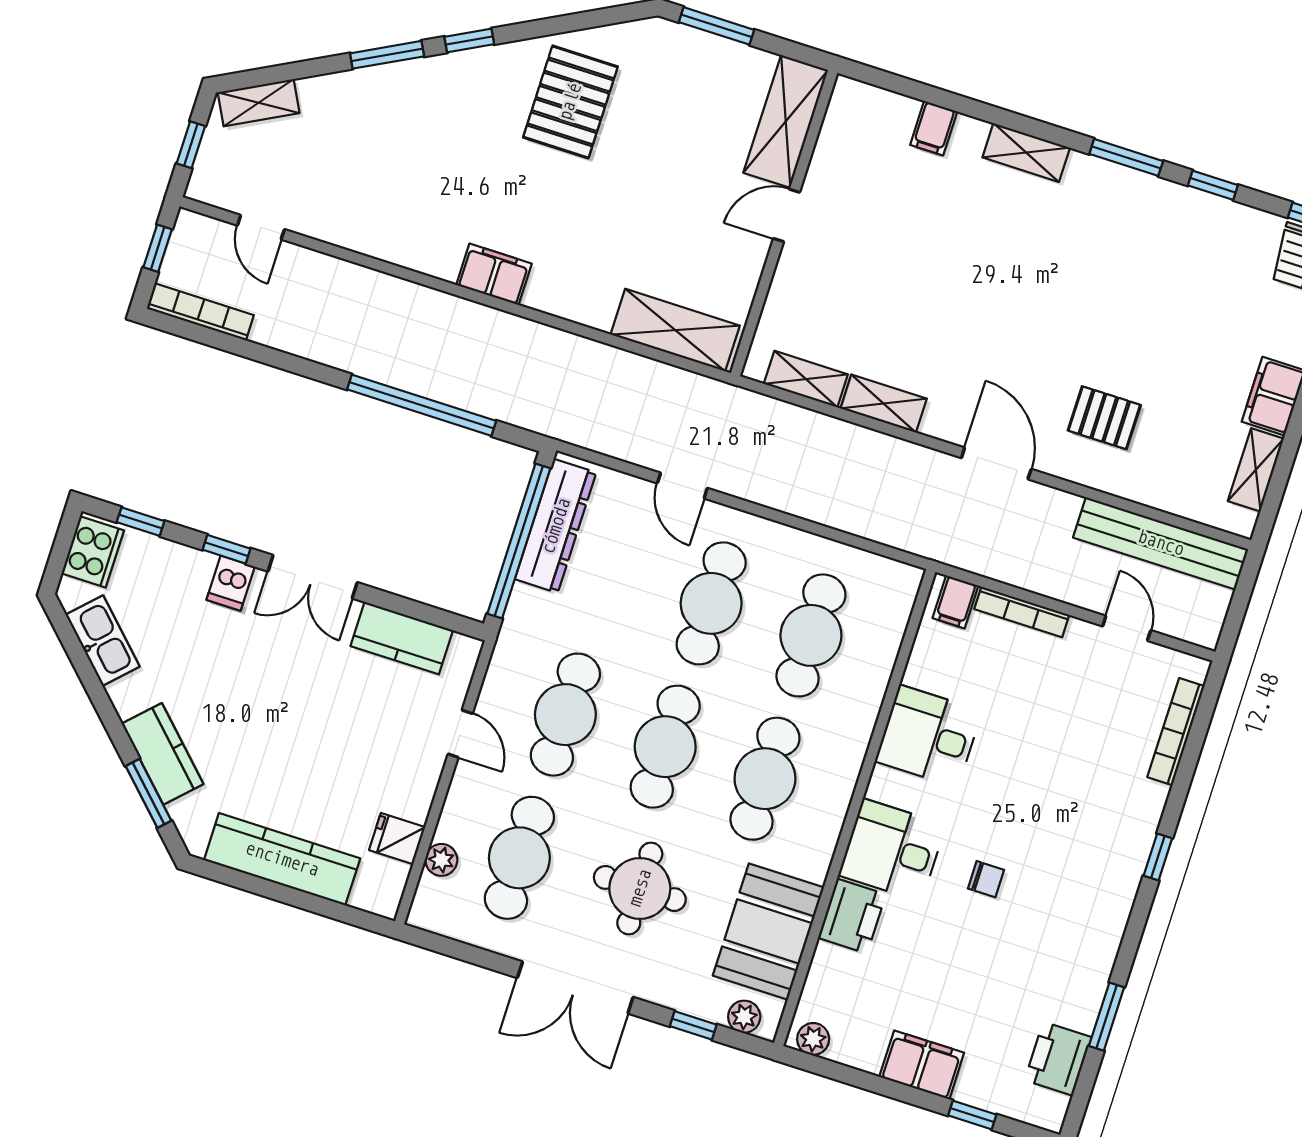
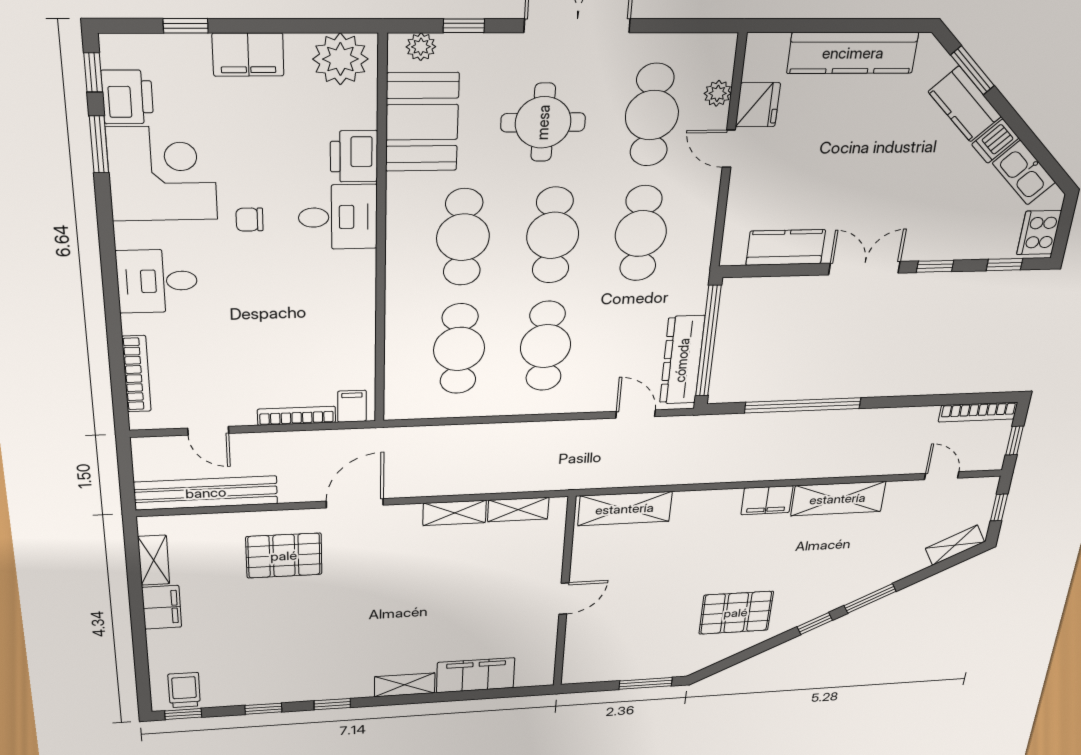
pallet: (570, 102) -> (736, 613), turned 90
shelving: (786, 121) -> (838, 499), moved, turned 90
filing cabinet: (934, 128) -> (476, 675), width x3.00, depth x1.17
window: (1126, 157) -> (332, 704), width x0.67
pallet: (1104, 418) -> (284, 556), width x1.50, depth x1.42
door: (996, 463) -> (355, 503), swing flipped
door: (682, 486) -> (636, 414), moved
dishwasher: (231, 583) -> (995, 141), moved, turned -135
door: (460, 734) -> (729, 149), moved
desk: (929, 736) -> (157, 281), moved, turned 180
fridge: (397, 839) -> (758, 105), width x1.38
window: (1158, 857) -> (93, 72), moved
corner desk: (1056, 963) -> (162, 174), added
plant: (813, 1039) -> (340, 59), width x1.88, depth x1.88

